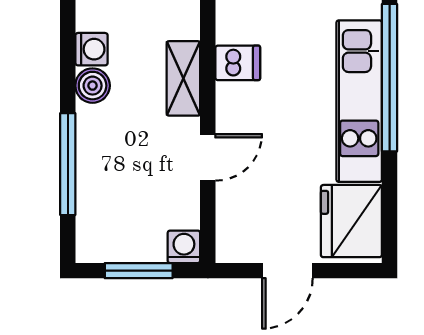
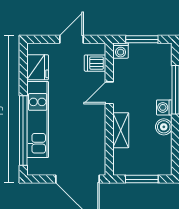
washing machine: (91, 49) -> (164, 107), moved
dishwasher: (238, 63) -> (95, 63), moved
fridge: (351, 221) -> (38, 67), width x0.73, depth x0.75

